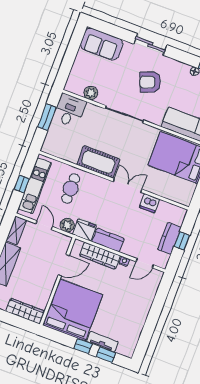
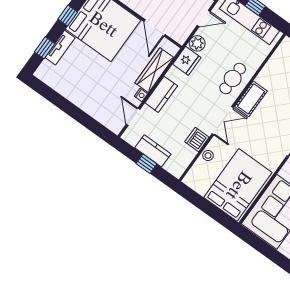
cot: (98, 162) -> (251, 99), width x0.73, depth x0.75
cafe table: (71, 189) -> (233, 78), moved, turned 90
stool: (161, 190) -> (208, 156), added
kitchen counter: (108, 240) -> (161, 94), moved
window: (83, 346) -> (68, 16), moved

